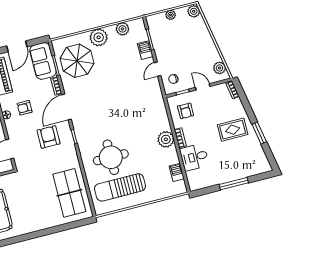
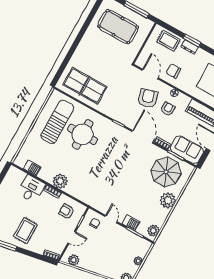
plant: (122, 29) -> (153, 231), moved
armchair: (49, 137) -> (148, 98), moved, turned -106

